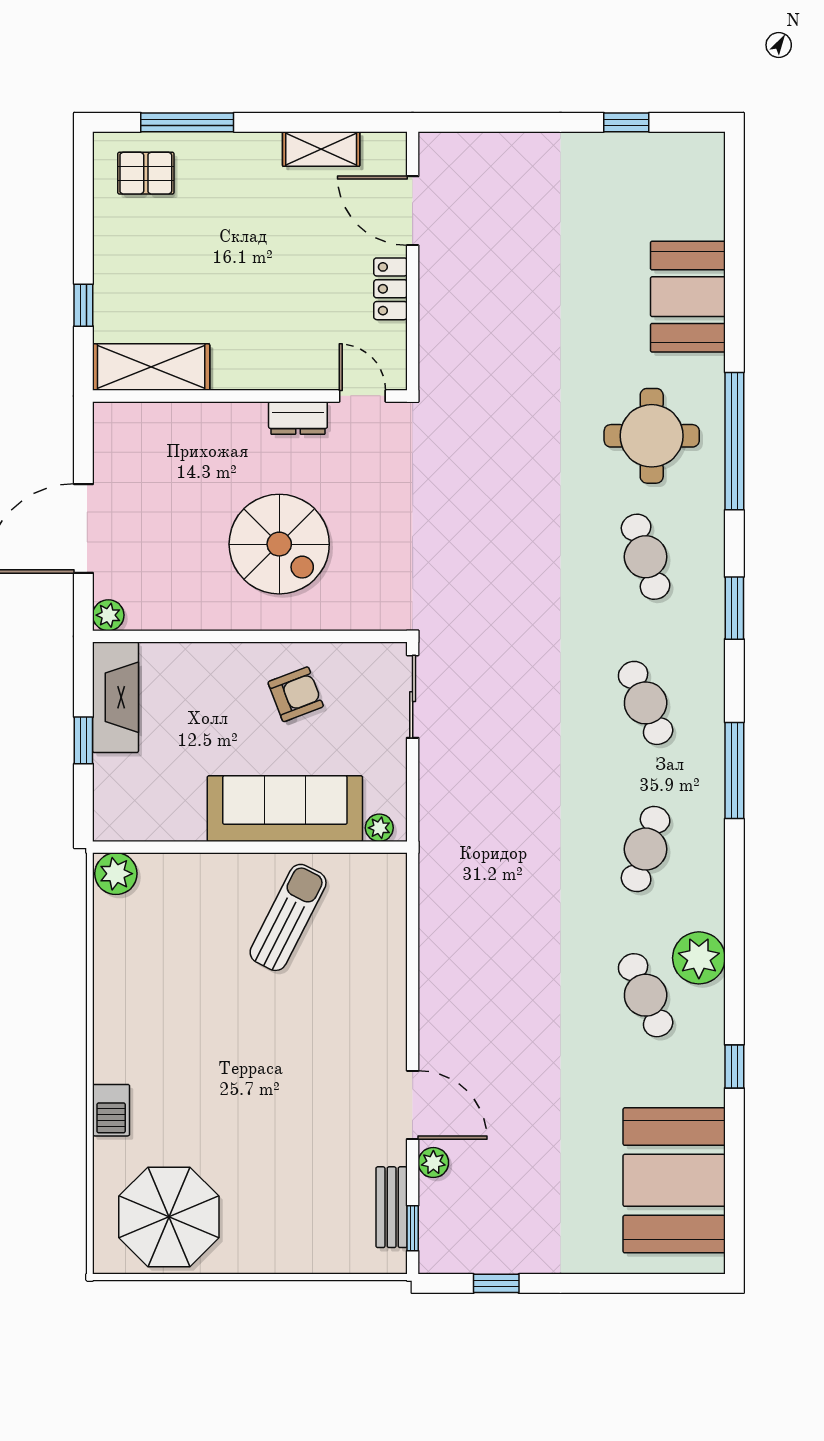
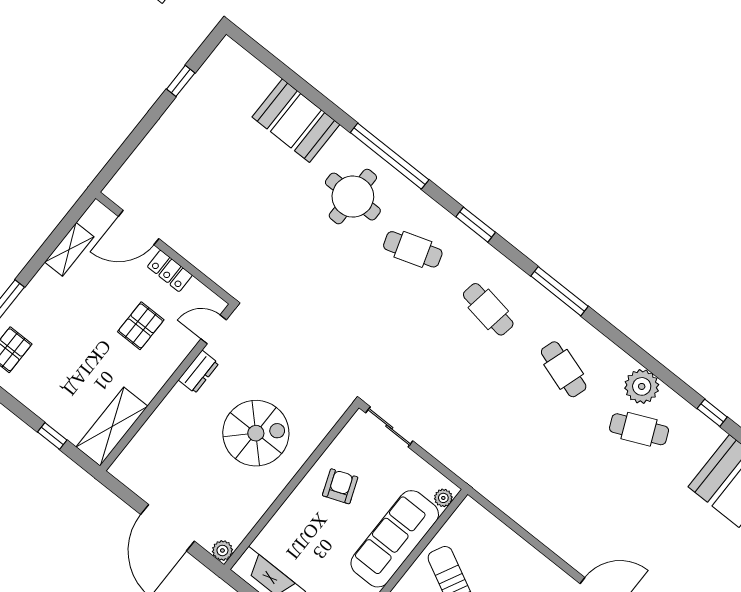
pallet: (298, 306) -> (141, 326), added
cafe table: (646, 703) -> (488, 309), turned 33

